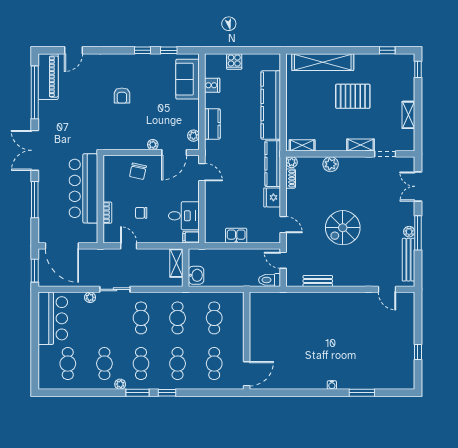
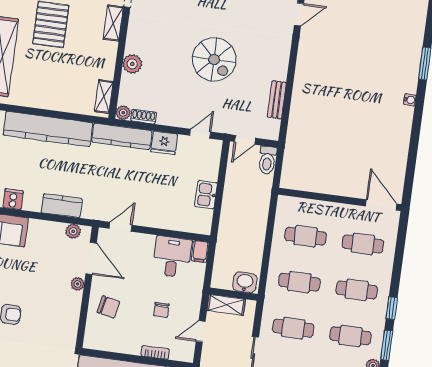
shelving: (176, 263) -> (226, 305), moved
wall: (186, 268) -> (233, 294), moved
washbasin: (196, 275) -> (245, 282), moved

